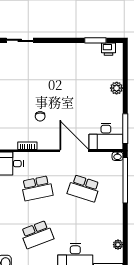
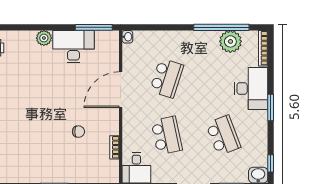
desk: (106, 136) -> (73, 47), moved, turned -90
window: (125, 180) -> (221, 27), moved
plant: (118, 245) -> (230, 41), width x1.87, depth x1.87

